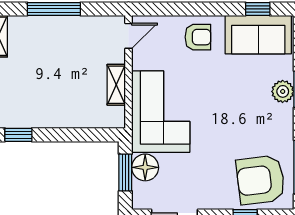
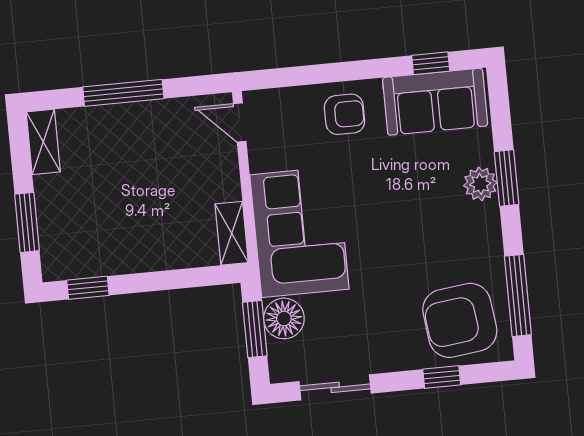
door: (129, 36) -> (240, 123), swing flipped
shelving: (116, 85) -> (232, 233), moved

